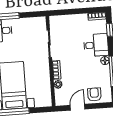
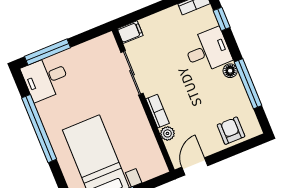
filing cabinet: (56, 20) -> (130, 32), added
door: (77, 107) -> (195, 166), moved

